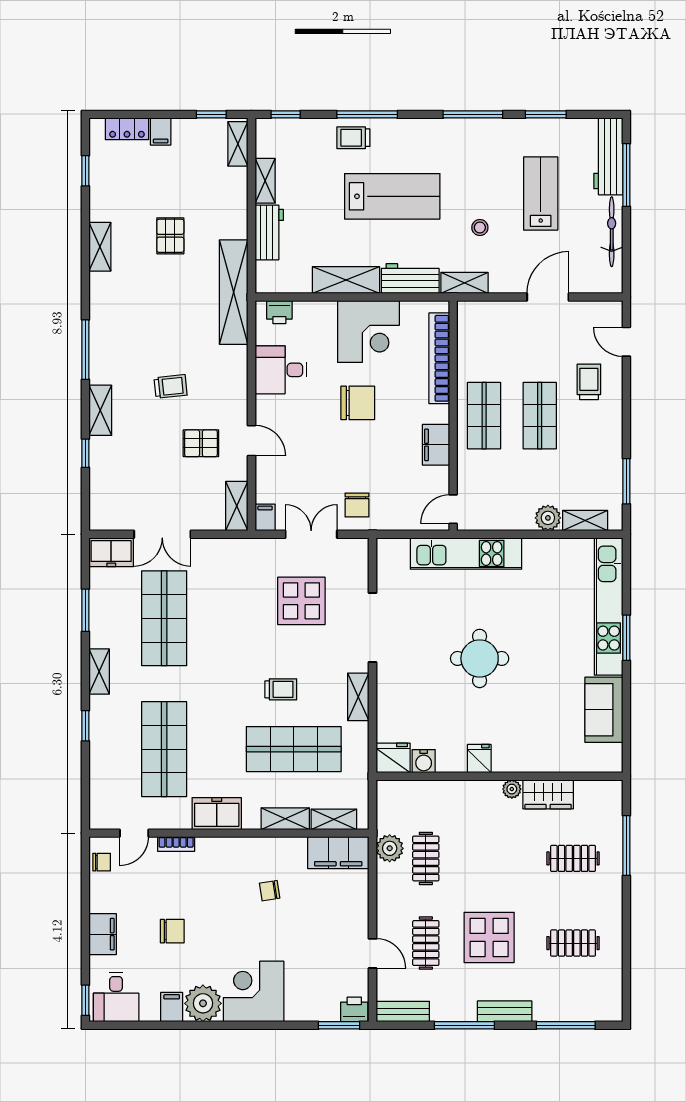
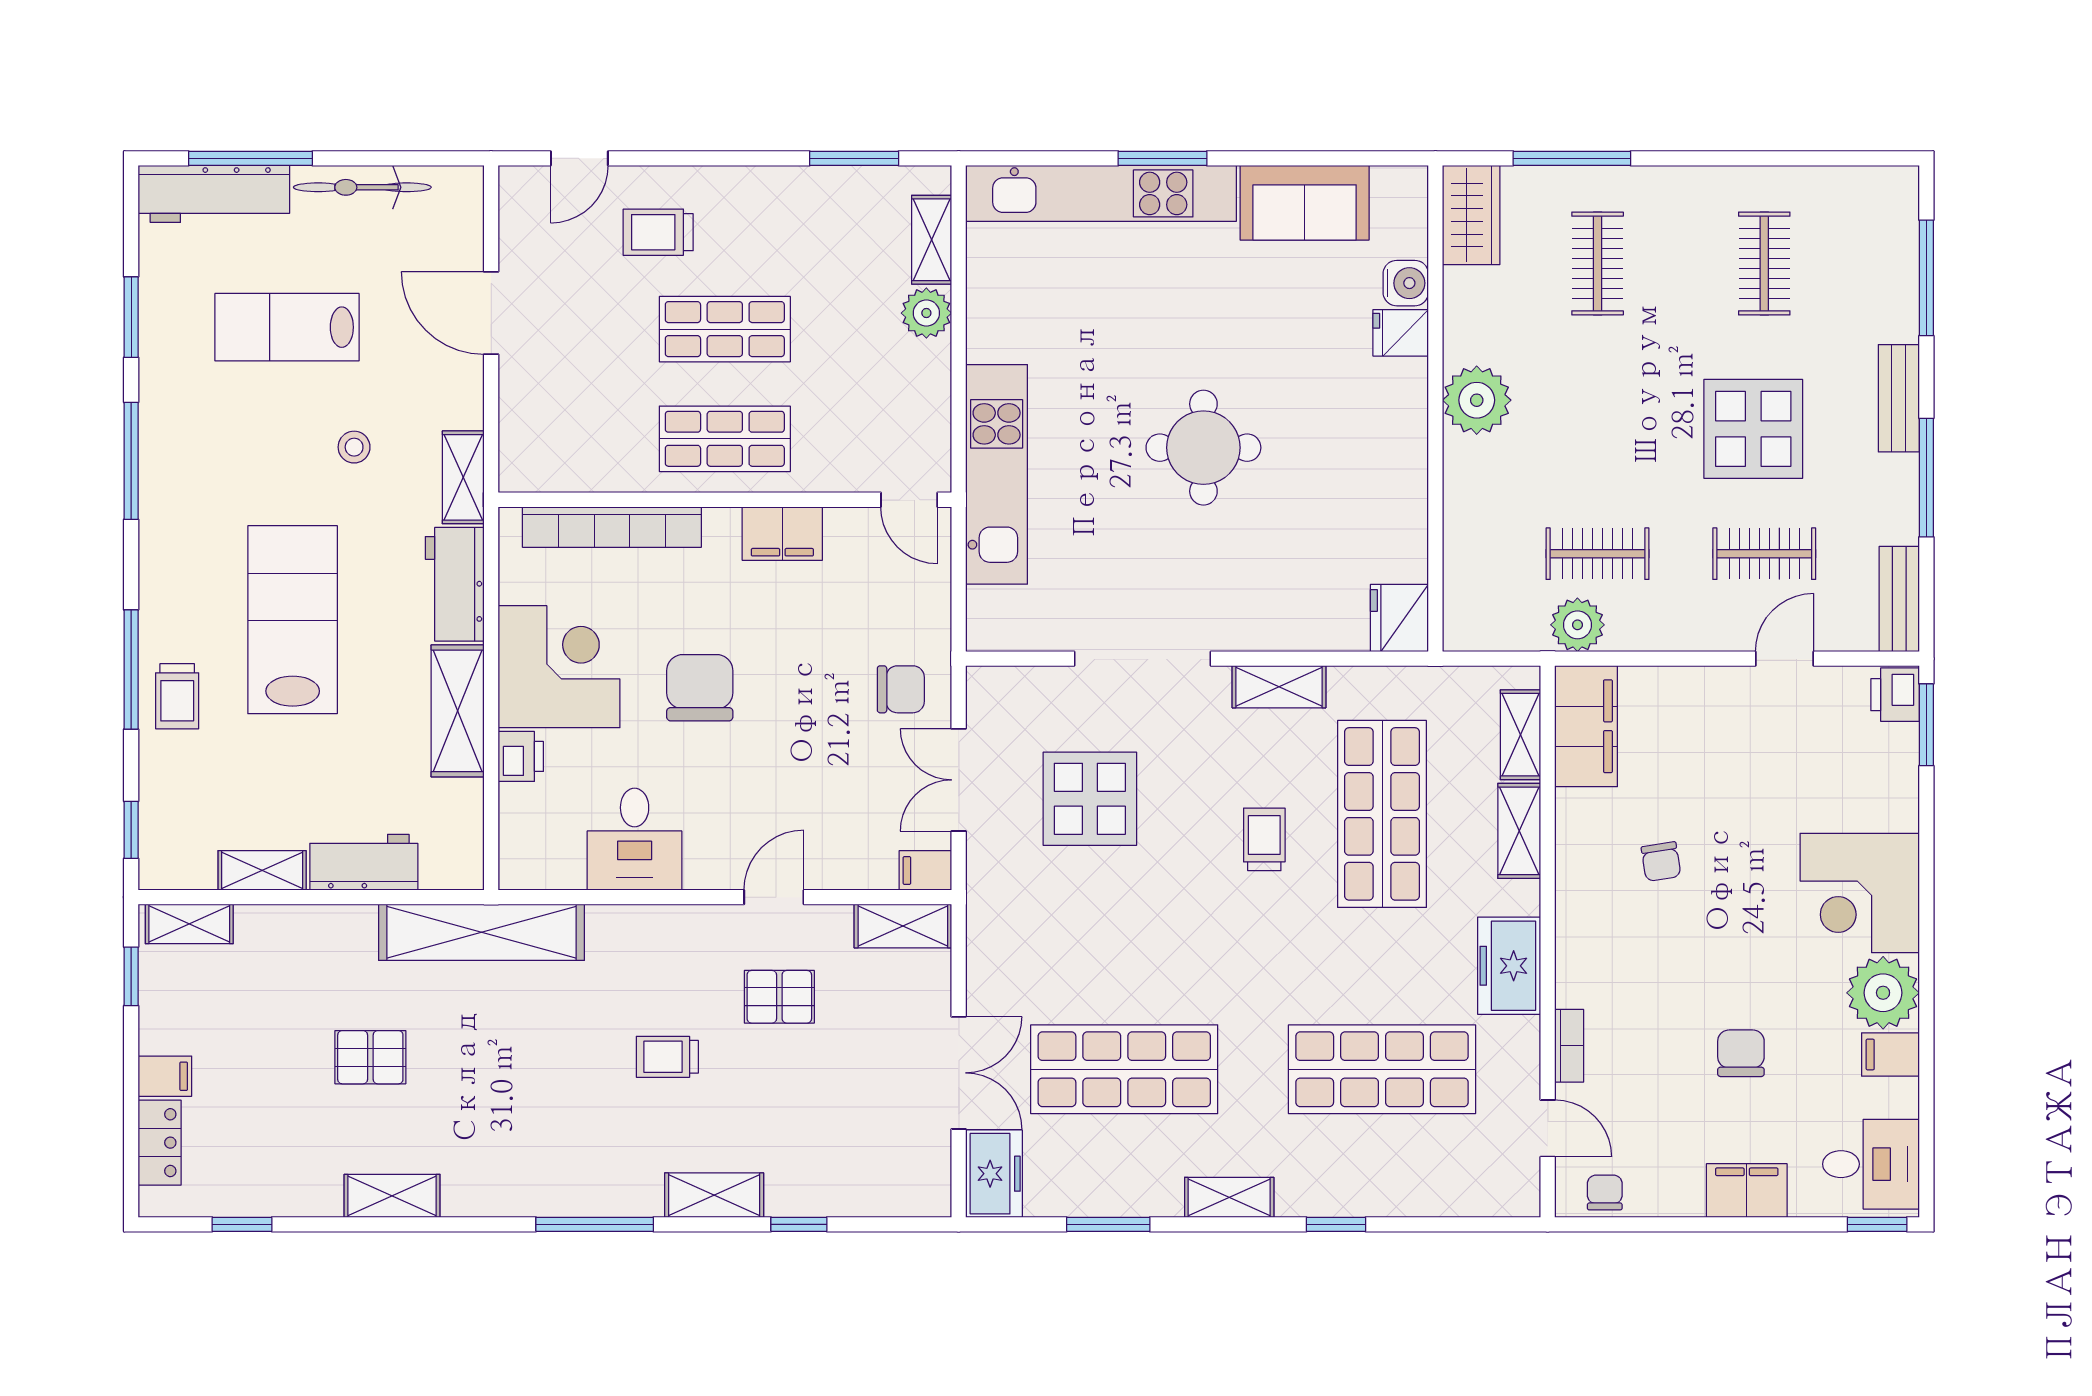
printer: (279, 312) -> (521, 756), moved
trolley: (171, 386) -> (667, 1057), turned -84
pallet: (201, 443) -> (779, 997), turned 90
fridge: (479, 759) -> (1401, 333), moved
water cooler: (424, 761) -> (1406, 283), moved
plant: (512, 789) -> (1477, 400), width x1.88, depth x1.88
wardrobe: (548, 794) -> (1471, 215), moved

